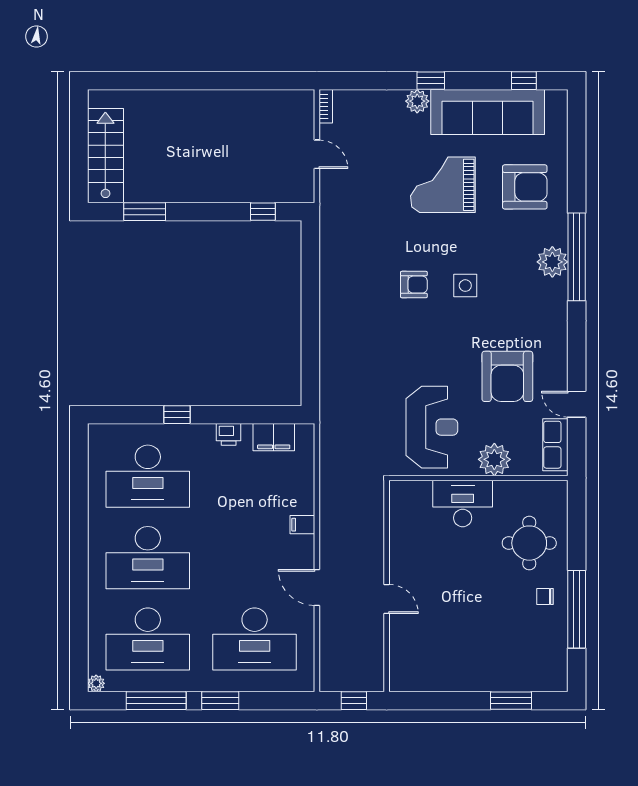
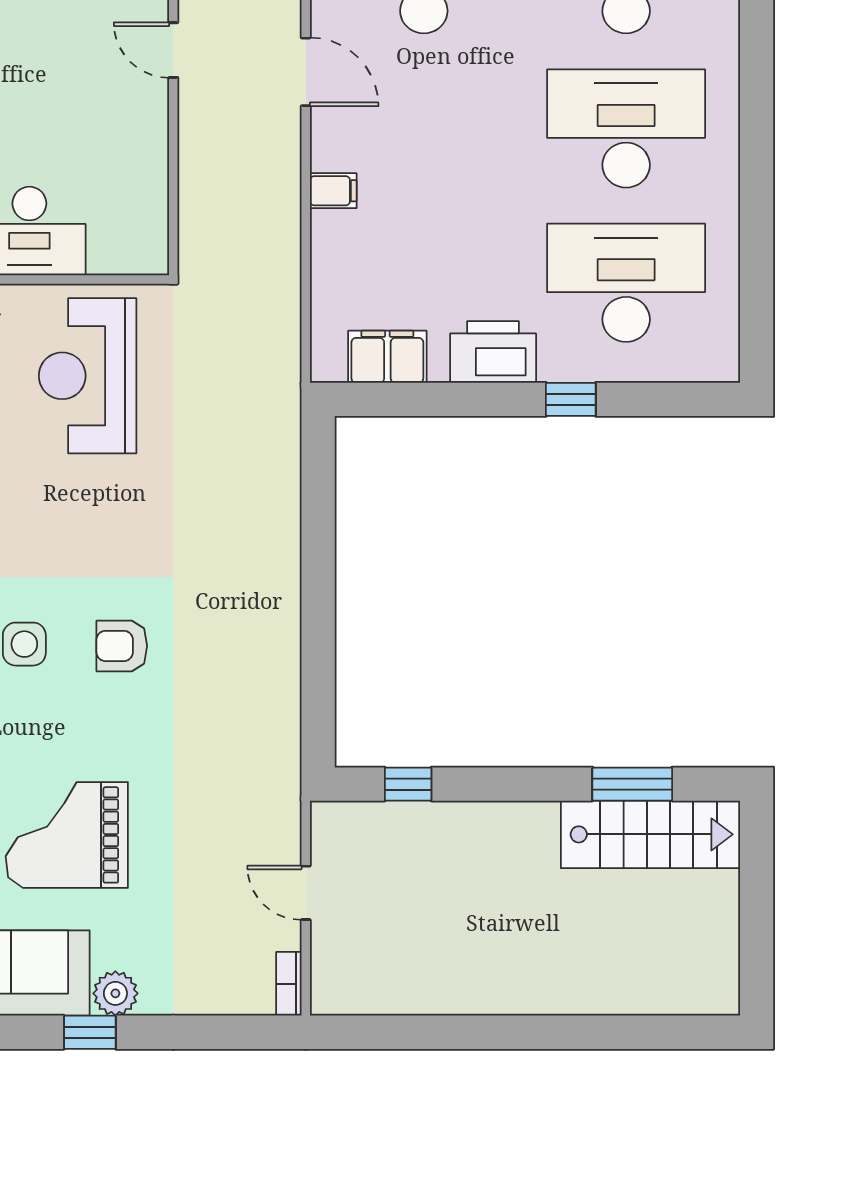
stairs: (105, 156) -> (650, 834), moved, turned -90
grand piano: (443, 185) -> (67, 835), turned 180
printer: (229, 434) -> (493, 352), width x1.87, depth x1.48

